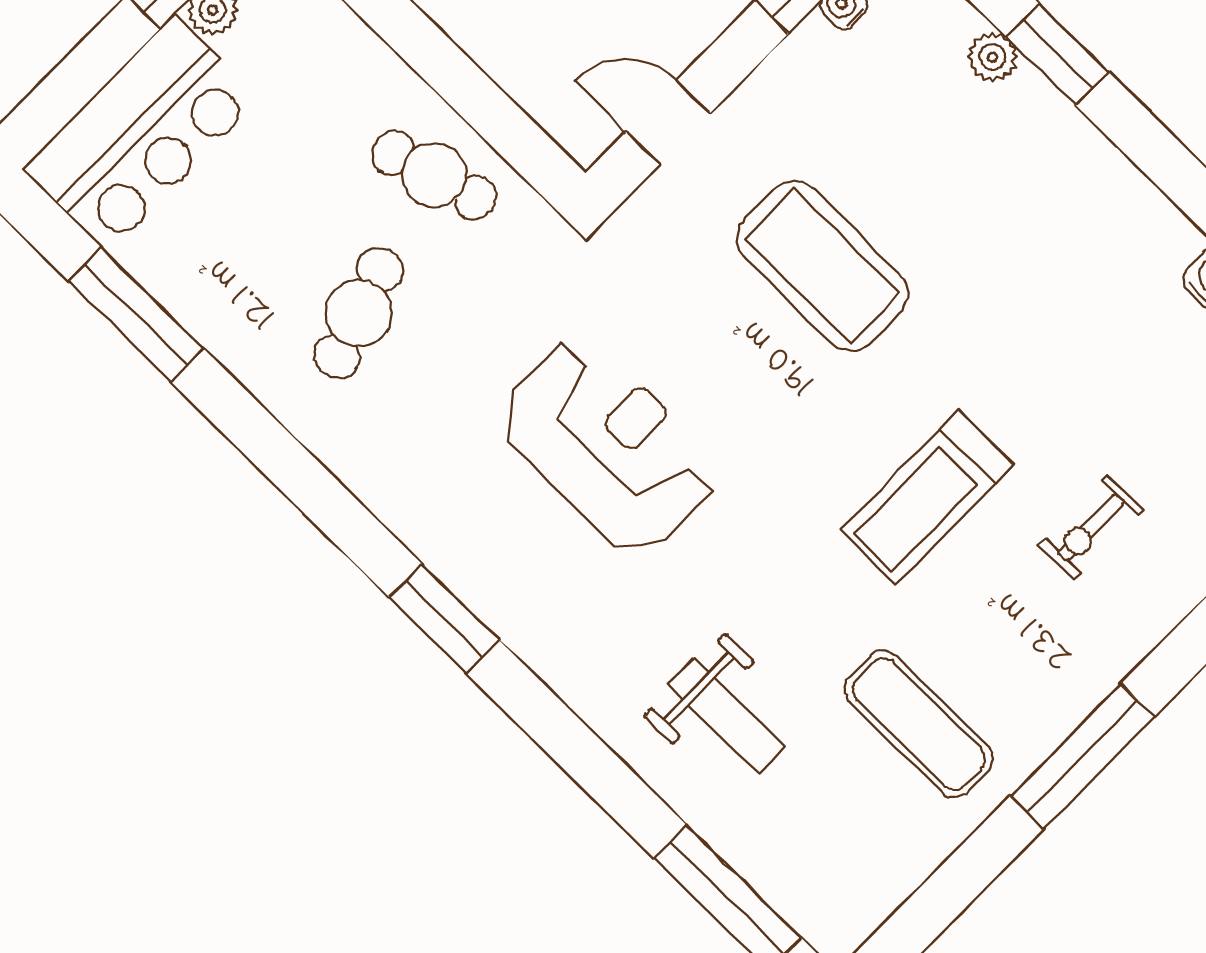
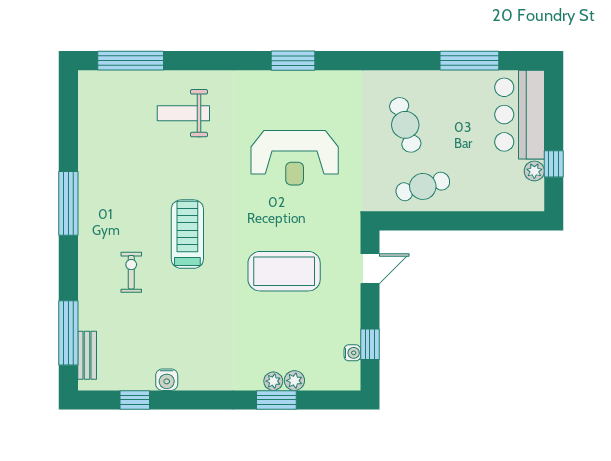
plant: (1031, 93) -> (273, 381), added
exercise mat: (919, 724) -> (125, 166), removed

